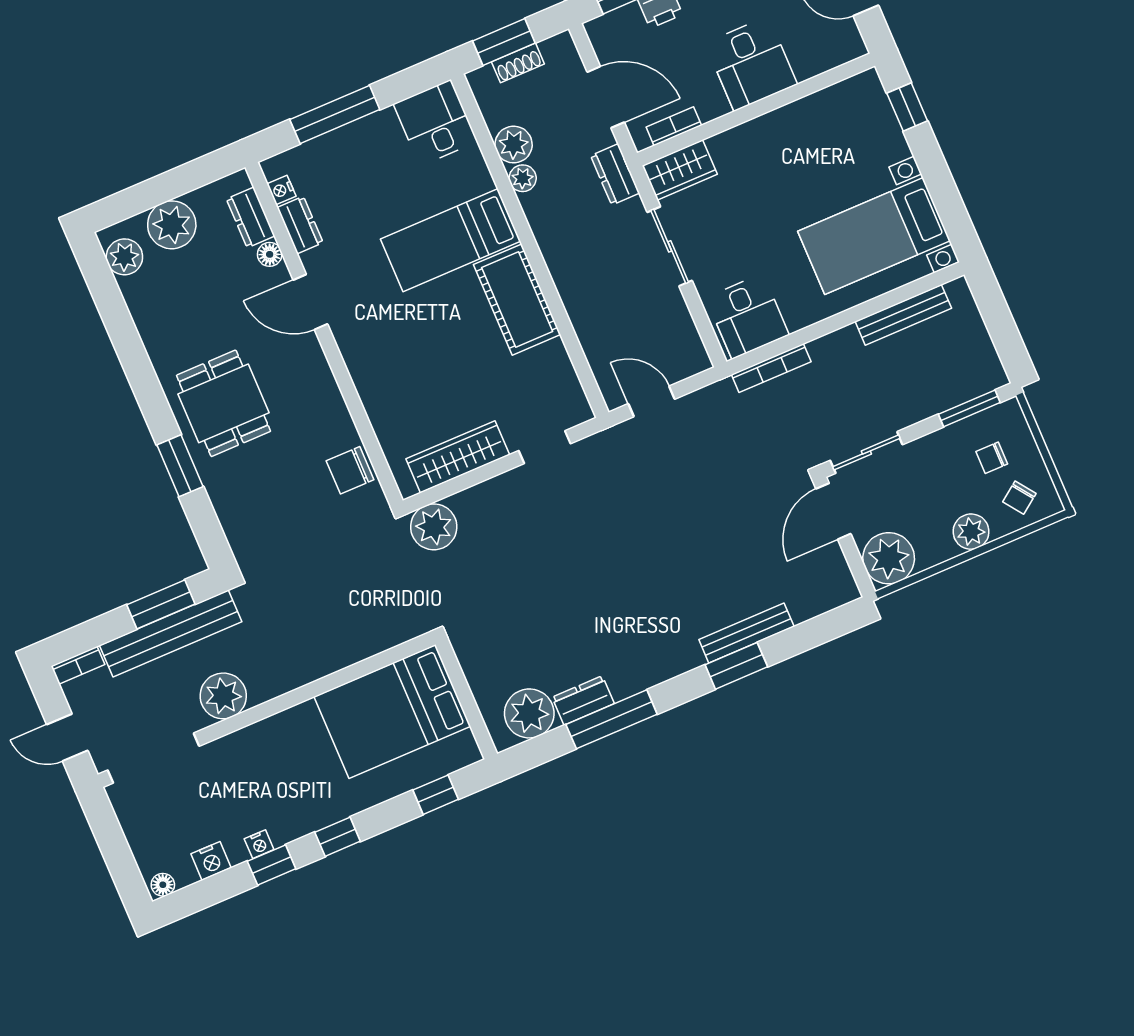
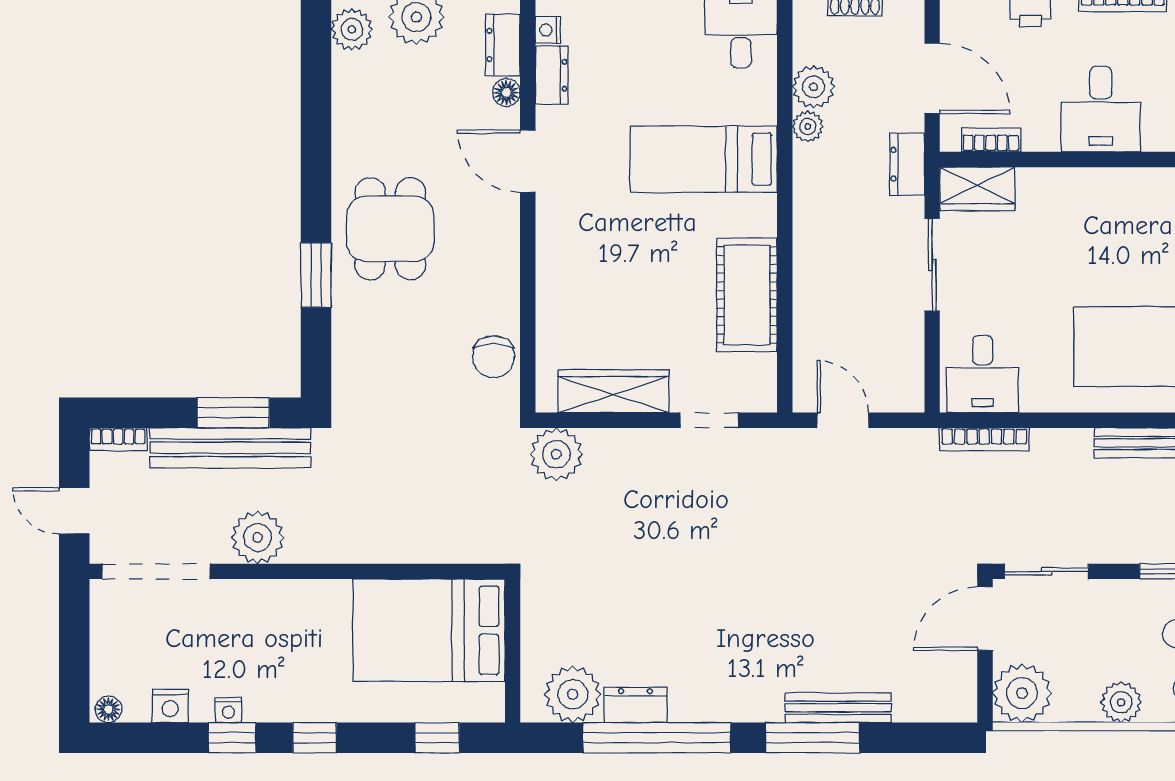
cot: (517, 300) -> (747, 295), moved
chair: (350, 470) -> (494, 357), turned -90
window: (736, 666) -> (813, 738), width x1.44
window: (612, 719) -> (657, 738), width x1.46

